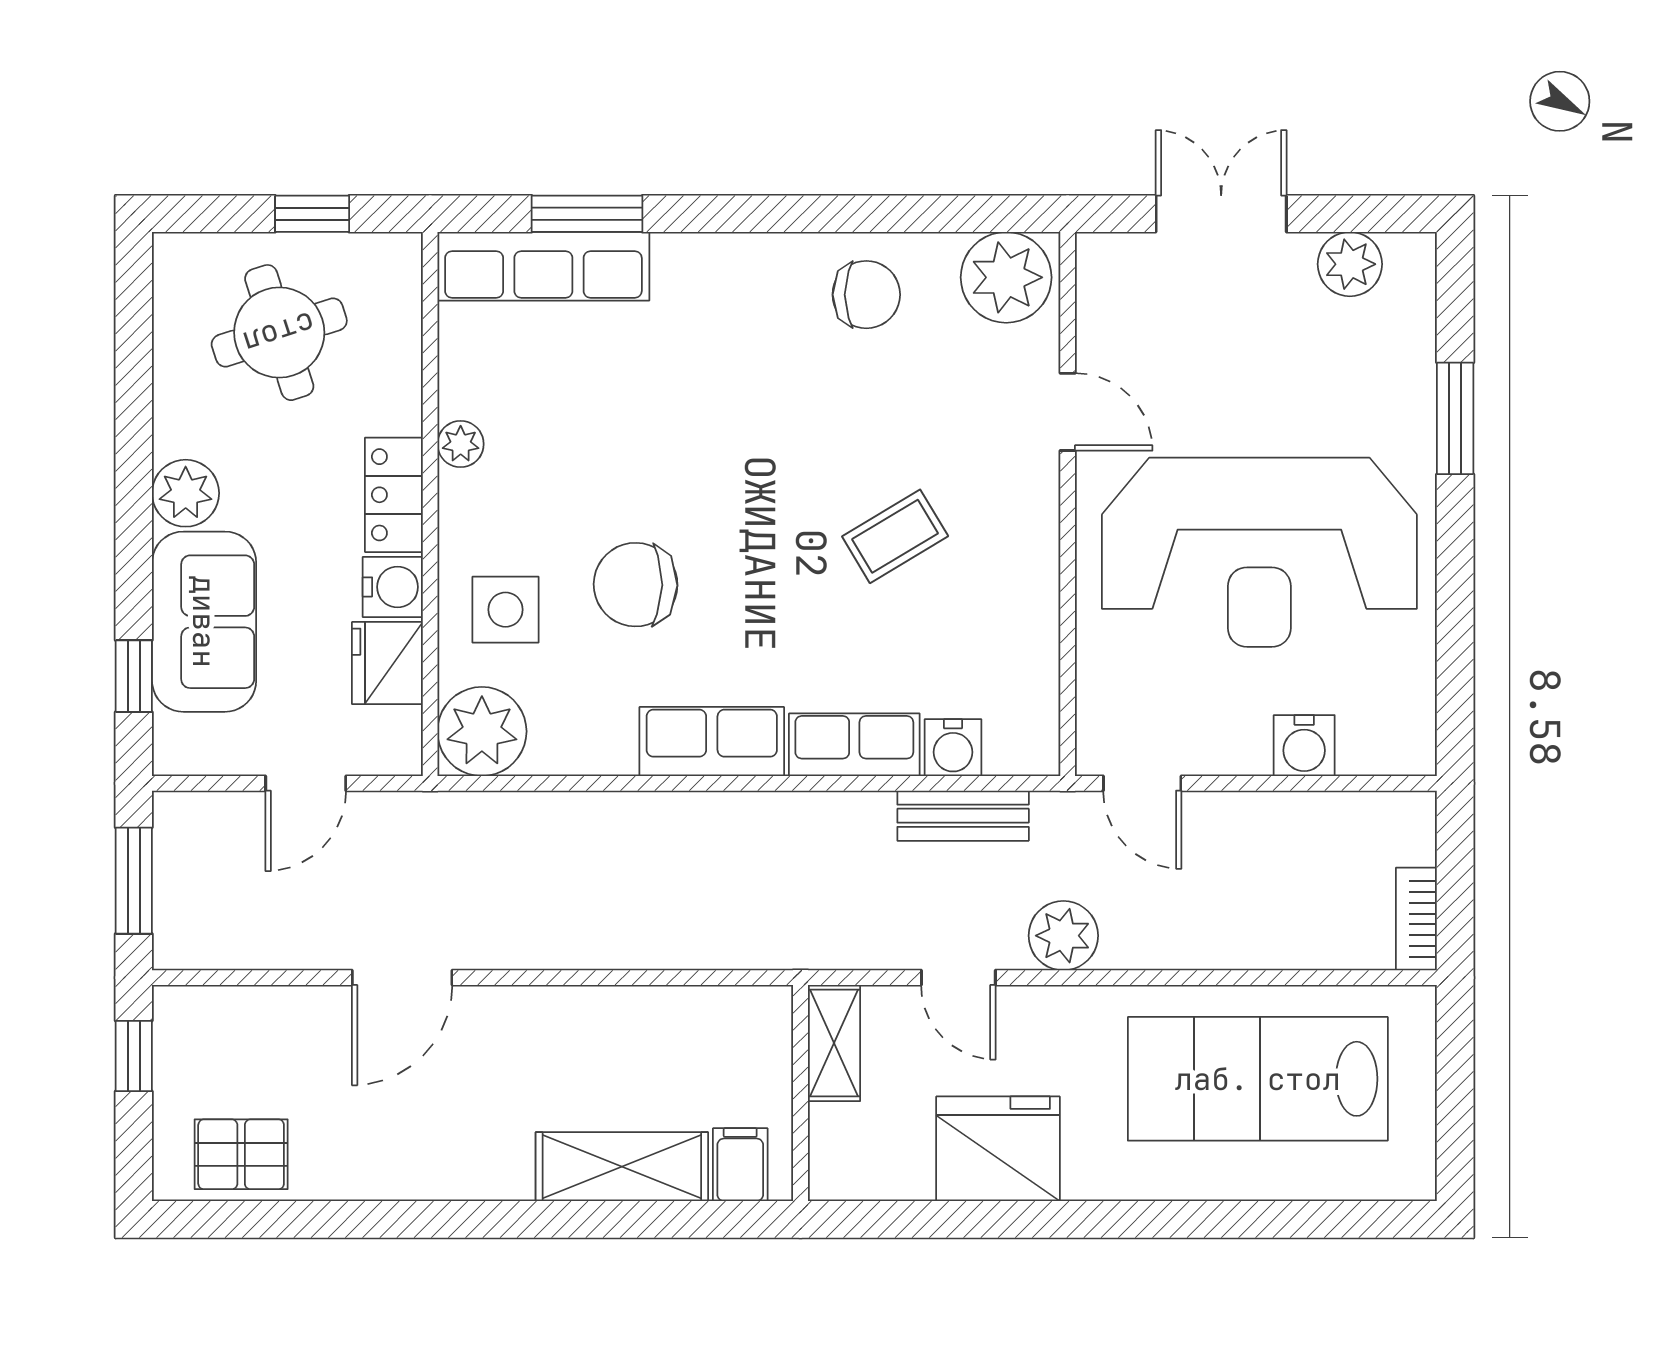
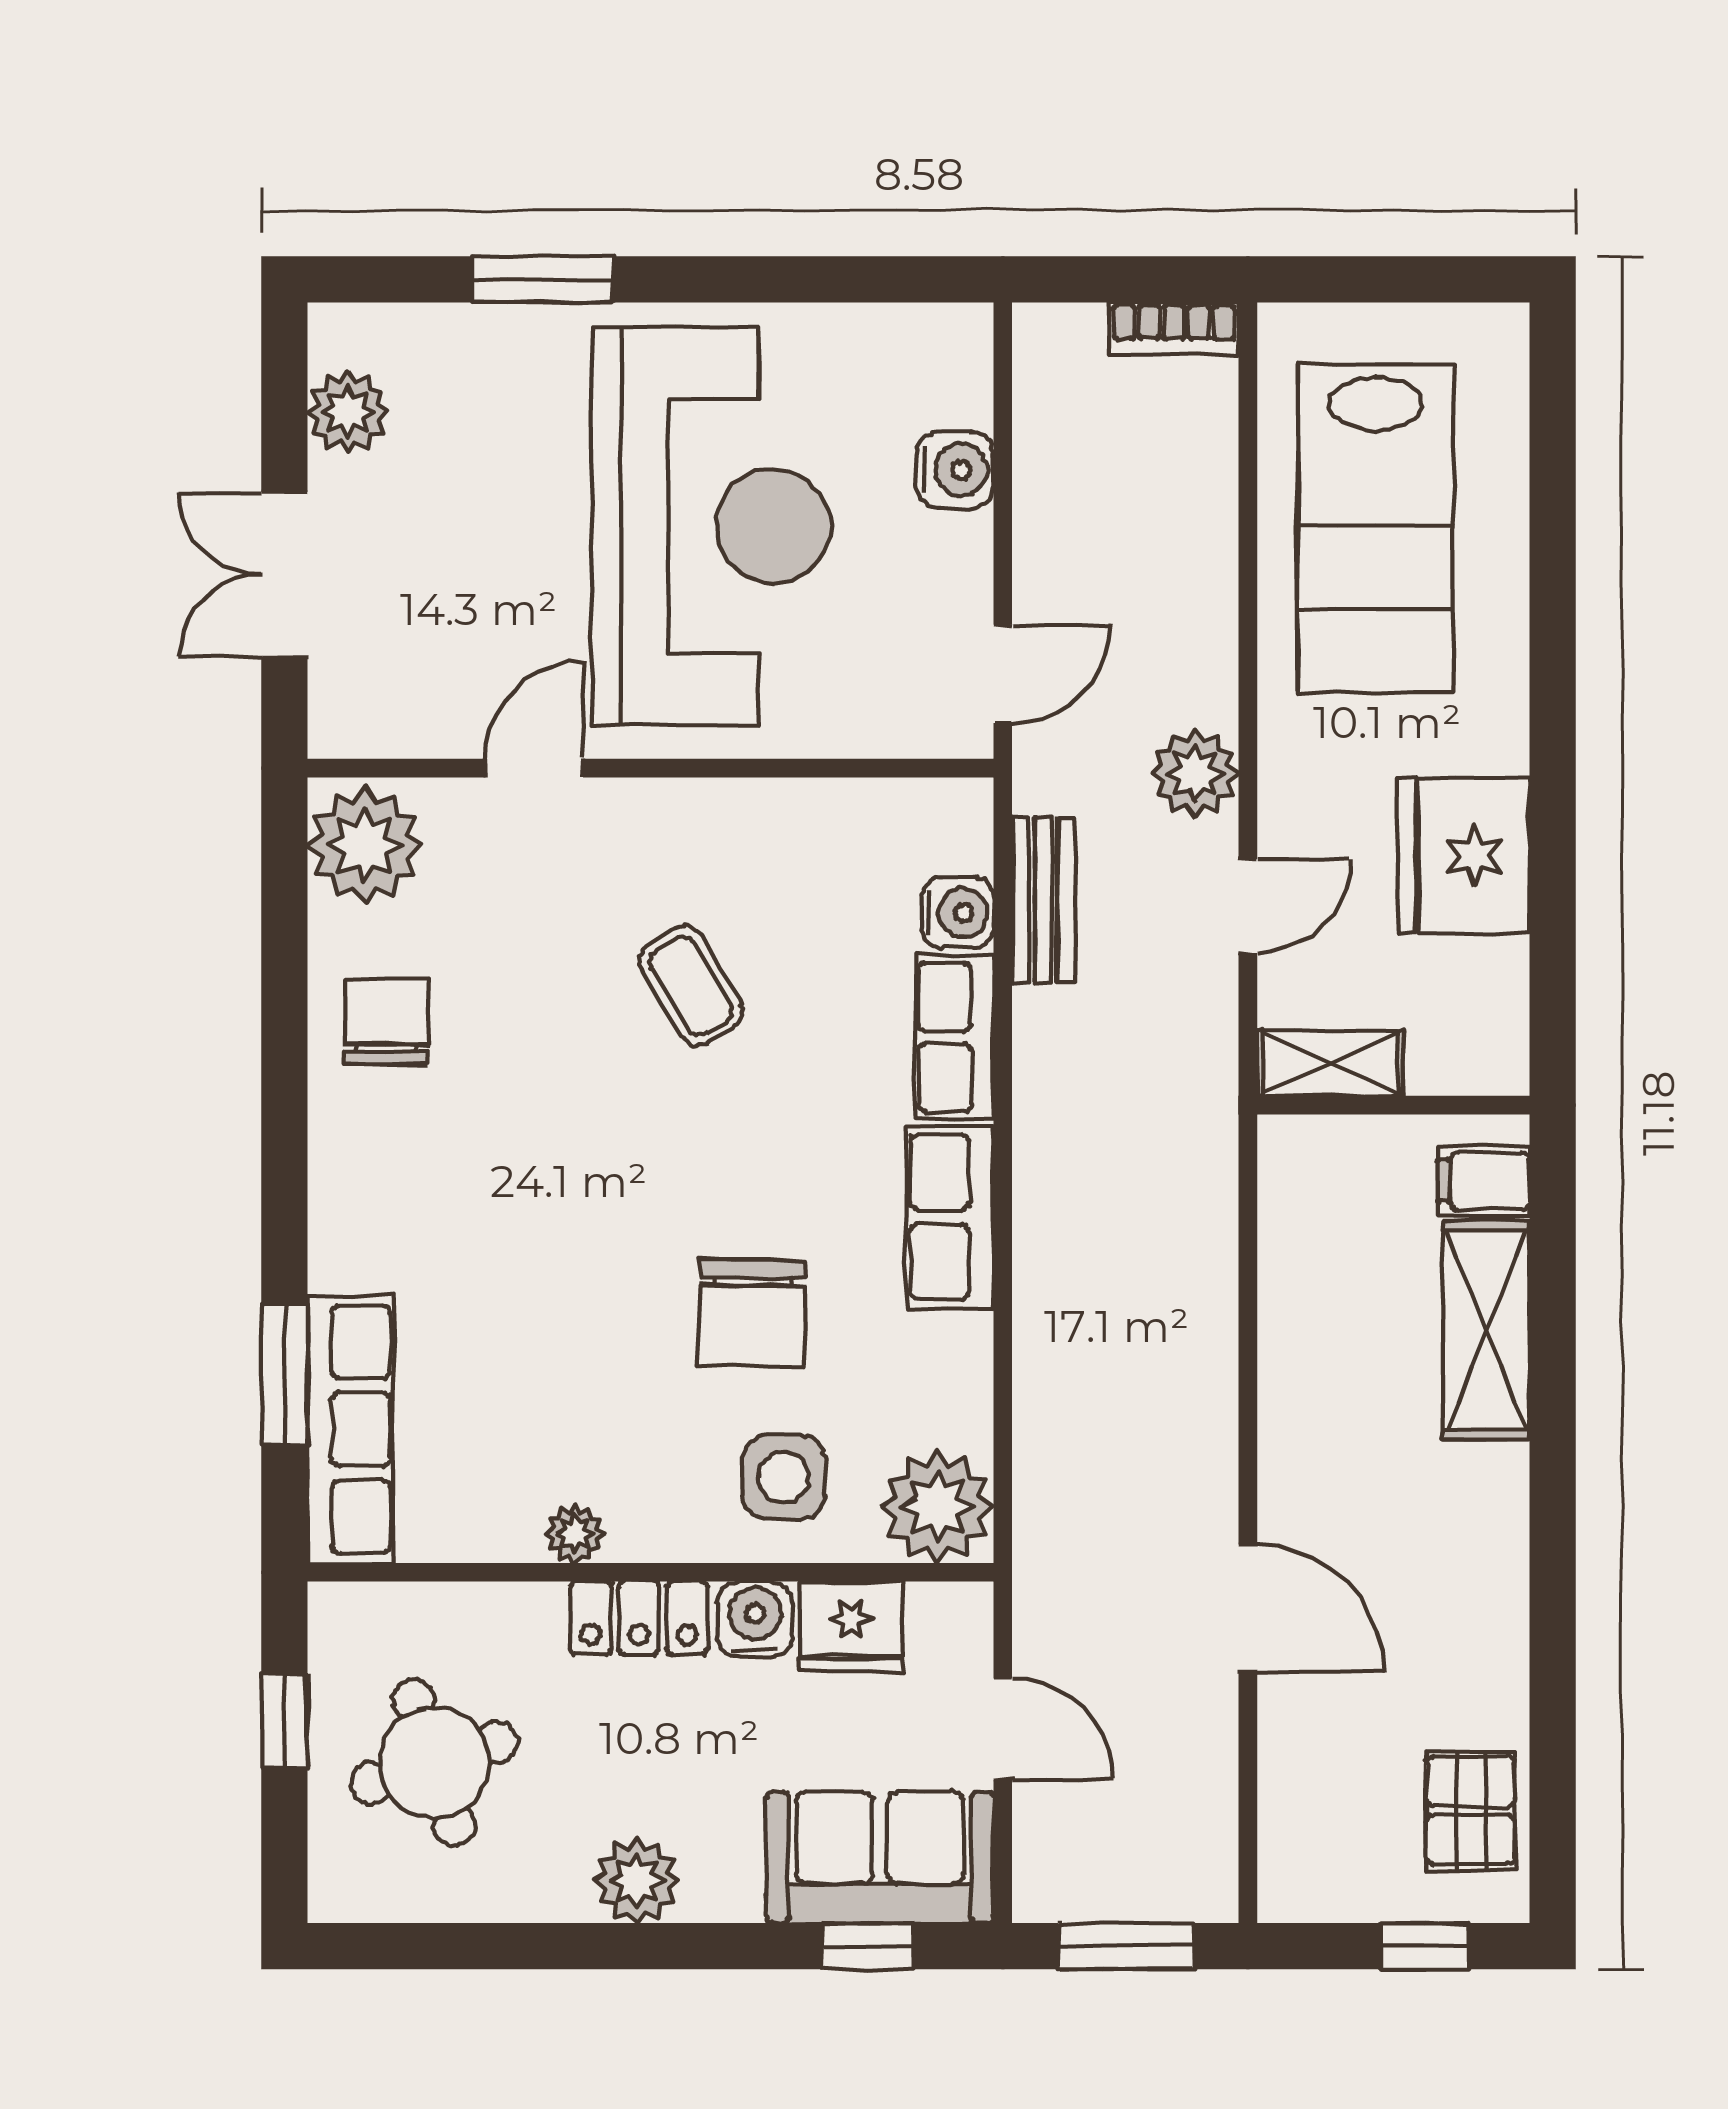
sofa: (204, 622) -> (880, 1857), moved
window: (134, 1056) -> (1425, 1946), moved

